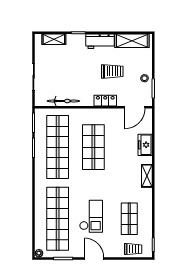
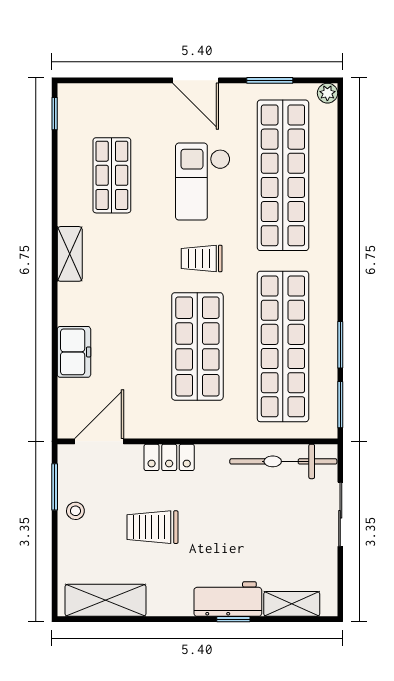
workbench: (100, 41) -> (228, 599), moved
bicycle: (63, 101) -> (283, 461), width x1.37, depth x1.40
shelving: (147, 176) -> (70, 254), moved
trolley: (133, 249) -> (202, 258), moved

